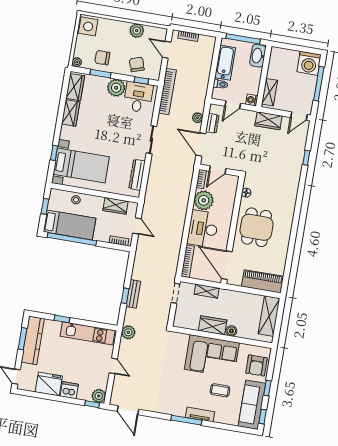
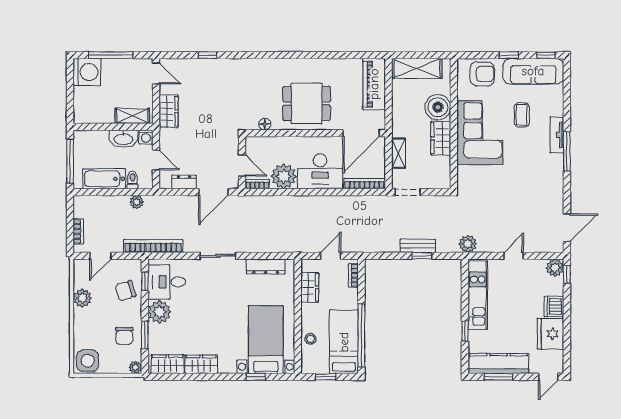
washbasin: (258, 56) -> (123, 139), moved
plant: (198, 118) -> (137, 202), moved
boiler: (231, 331) -> (438, 107), width x1.86, depth x1.86

